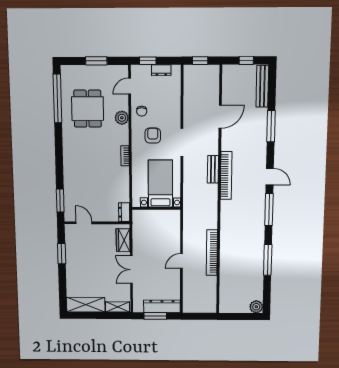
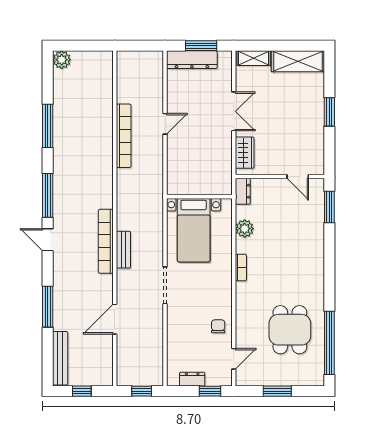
plant: (122, 118) -> (245, 229), moved
armchair: (153, 135) -> (204, 294), removed
window: (62, 254) -> (329, 112), moved

